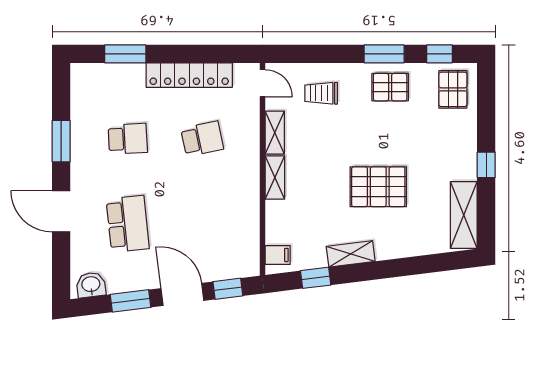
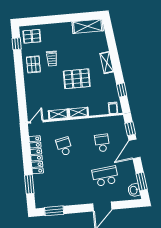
window: (384, 54) -> (19, 68), removed
trolley: (321, 93) -> (52, 59), moved
school desk: (128, 139) -> (102, 143), moved
window: (61, 141) -> (54, 211), moved
window: (486, 165) -> (64, 18), removed
pallet: (378, 187) -> (77, 79), moved, turned 90
shelving: (351, 254) -> (107, 63), moved
window: (131, 301) -> (142, 182), moved

